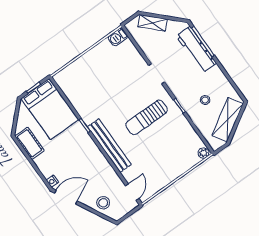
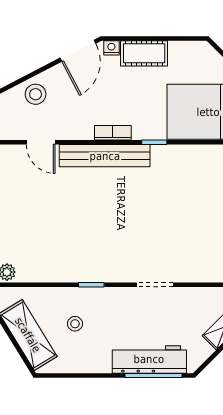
sun lounger: (147, 117) -> (107, 231), removed
cot: (30, 143) -> (144, 53), moved
bookcase: (95, 150) -> (113, 133), added
door: (132, 192) -> (41, 142), moved

